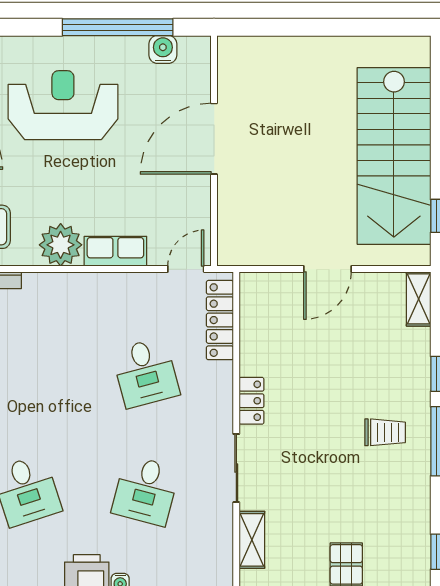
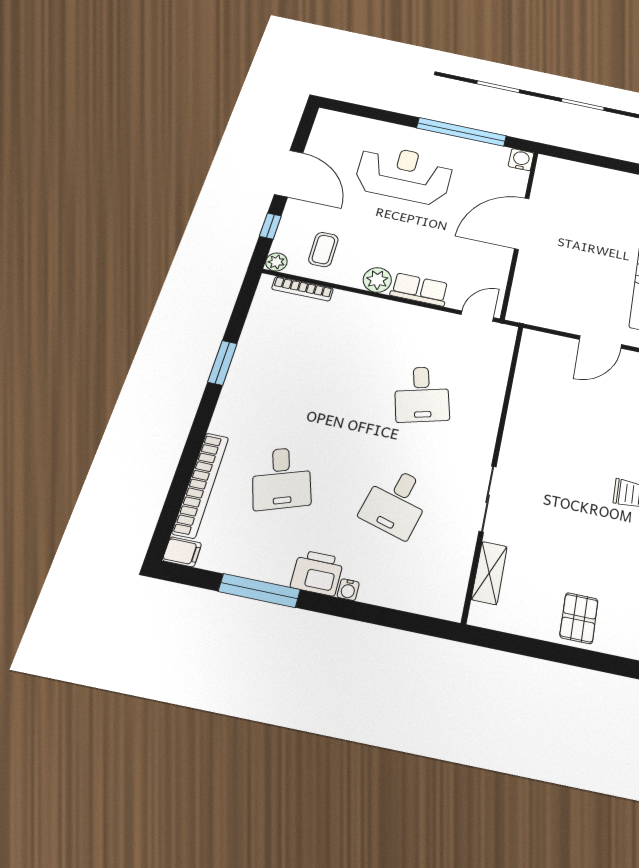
water cooler: (163, 49) -> (521, 160), moved
plant: (61, 245) -> (377, 280), width x0.73, depth x0.73
locker: (220, 320) -> (499, 364), removed
locker: (252, 401) -> (514, 439), removed

